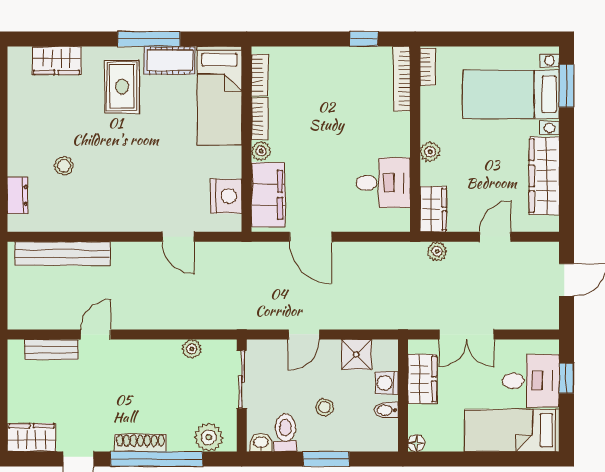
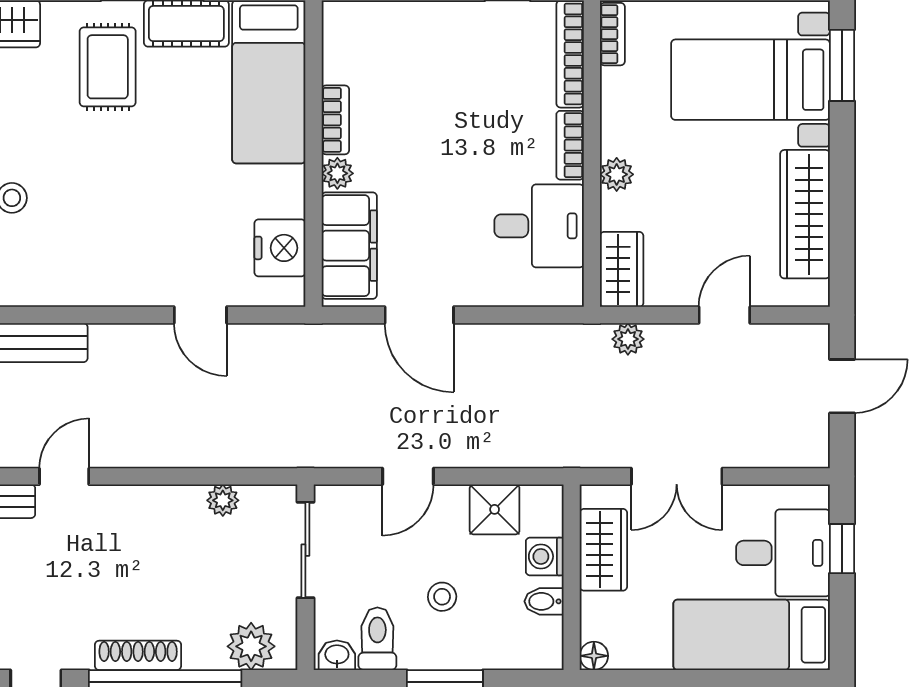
bookcase: (260, 75) -> (570, 145), moved, turned 180

